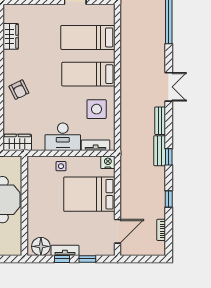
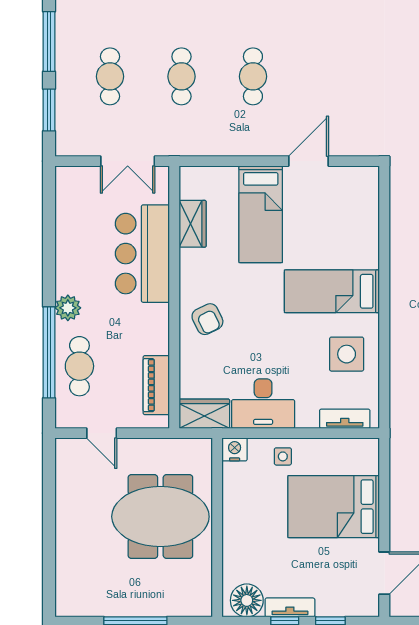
bed: (88, 37) -> (261, 214), moved, turned -90
desk: (63, 137) -> (263, 404), moved
nightstand: (108, 162) -> (235, 449), moved

